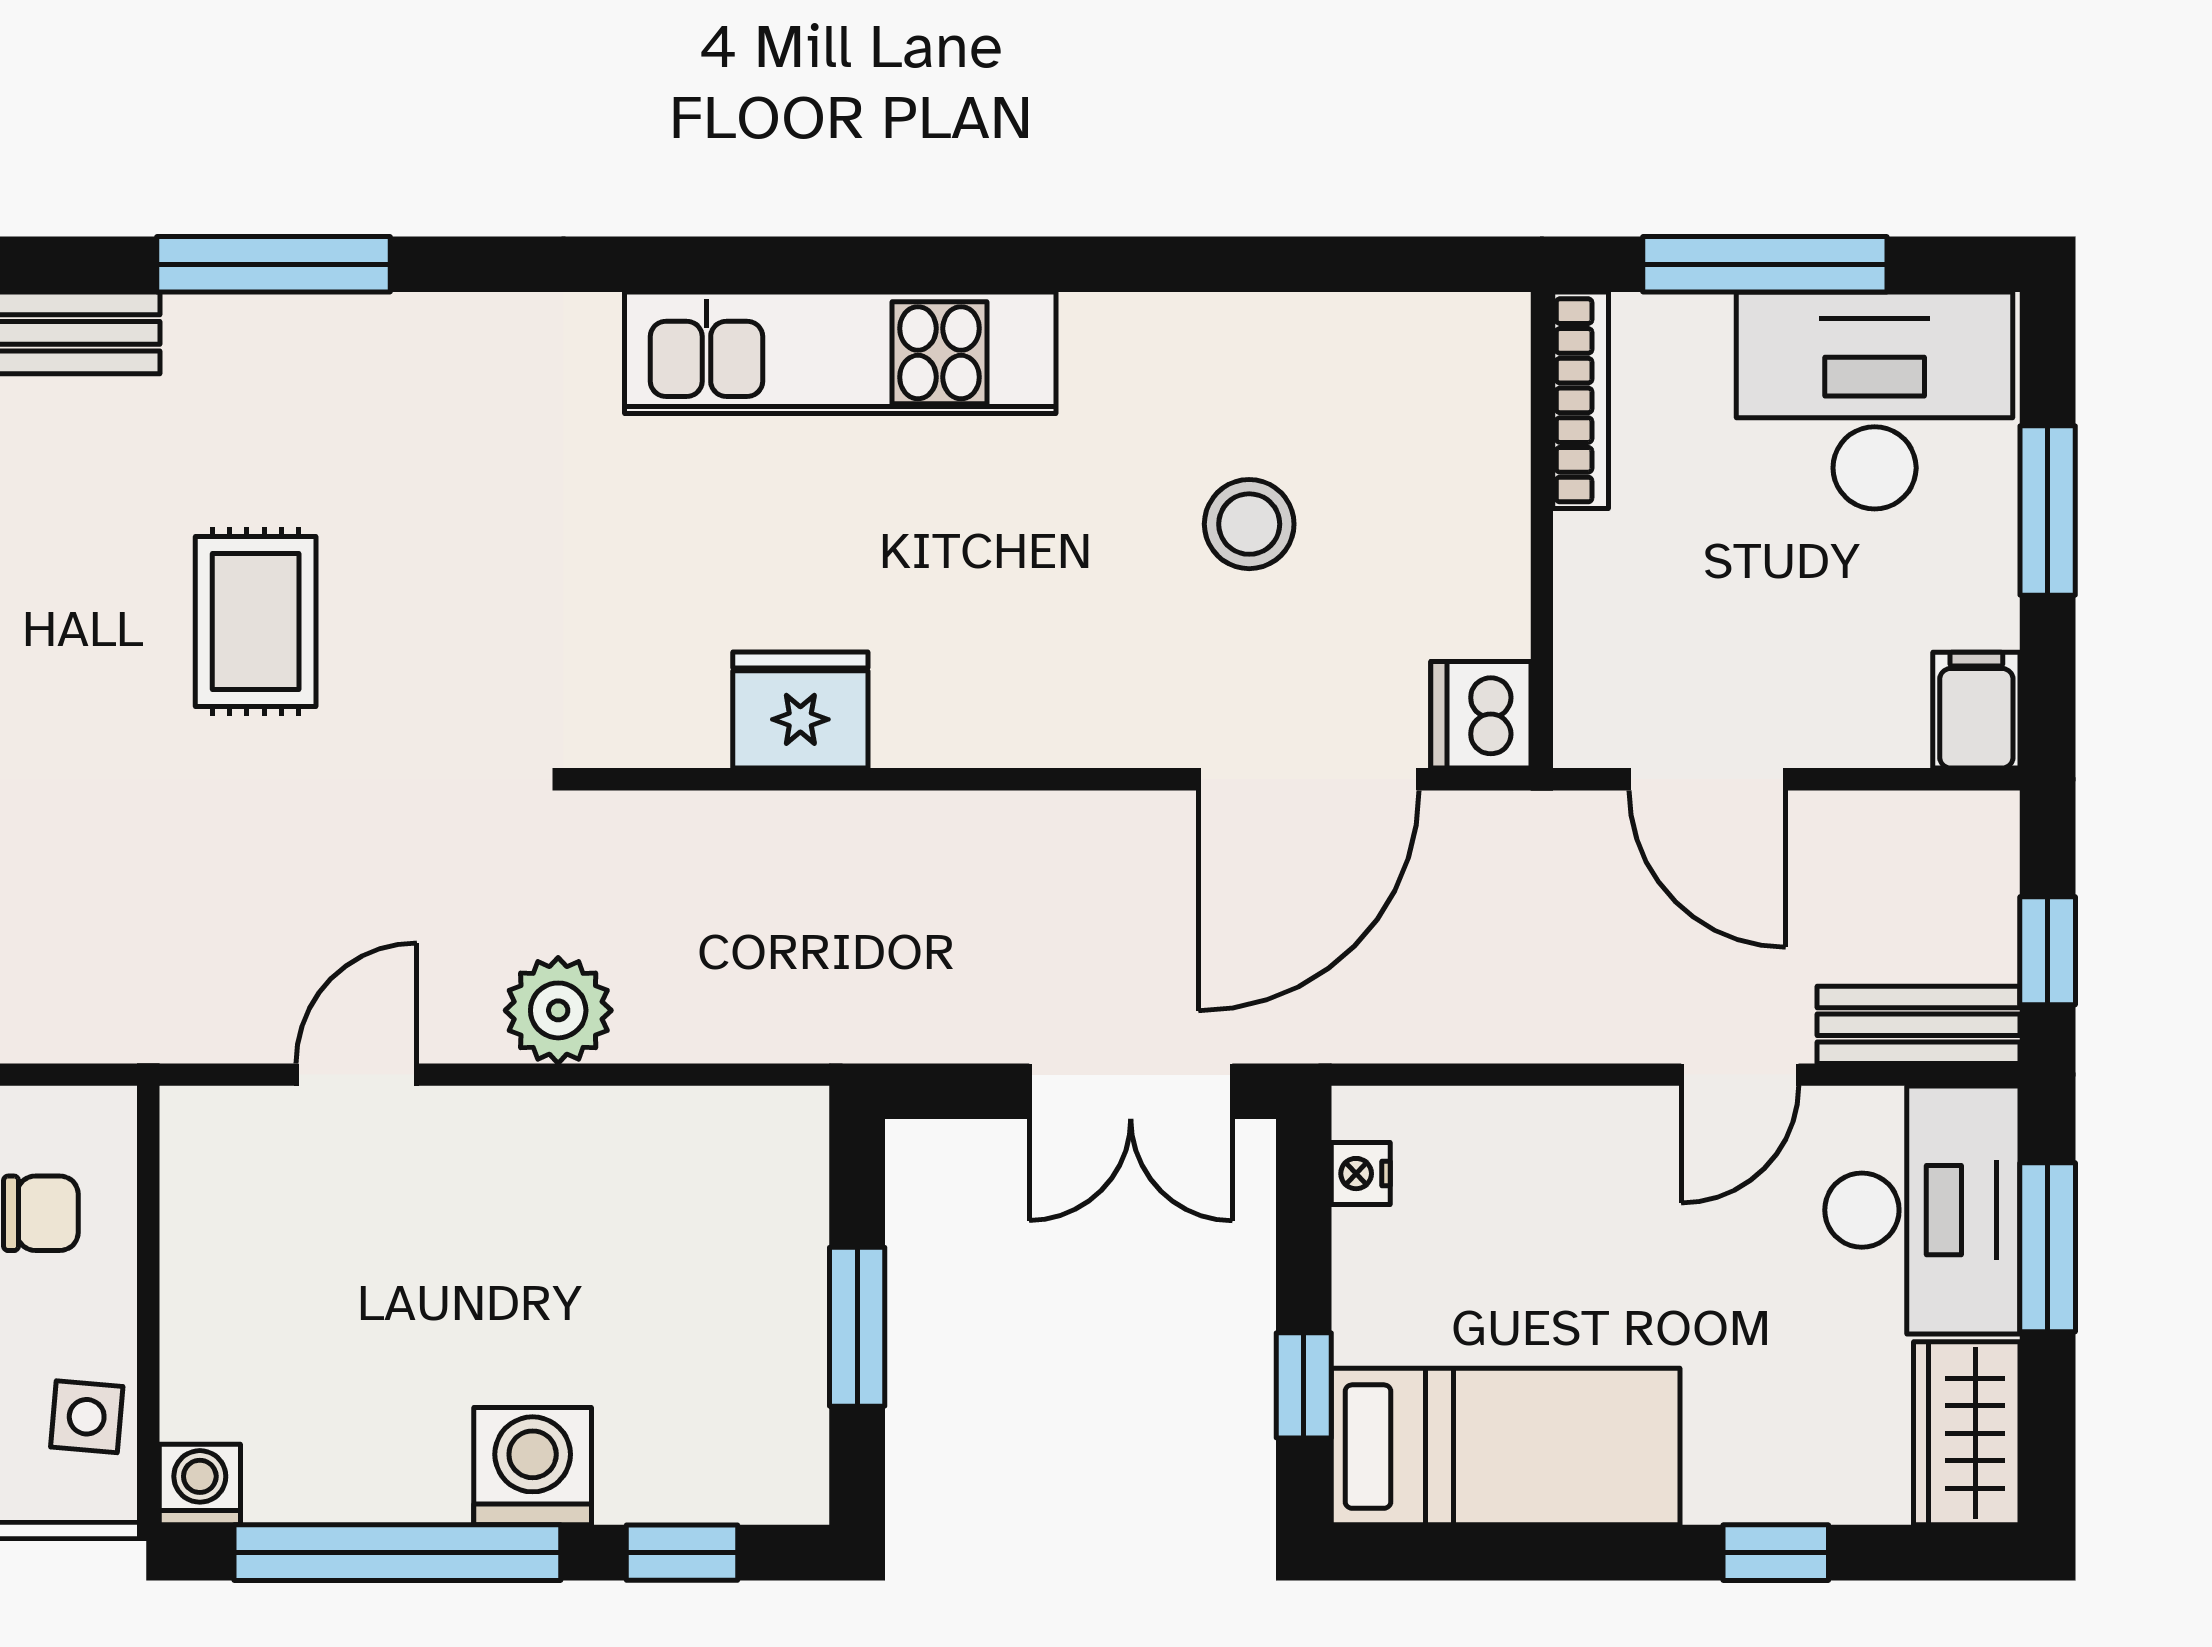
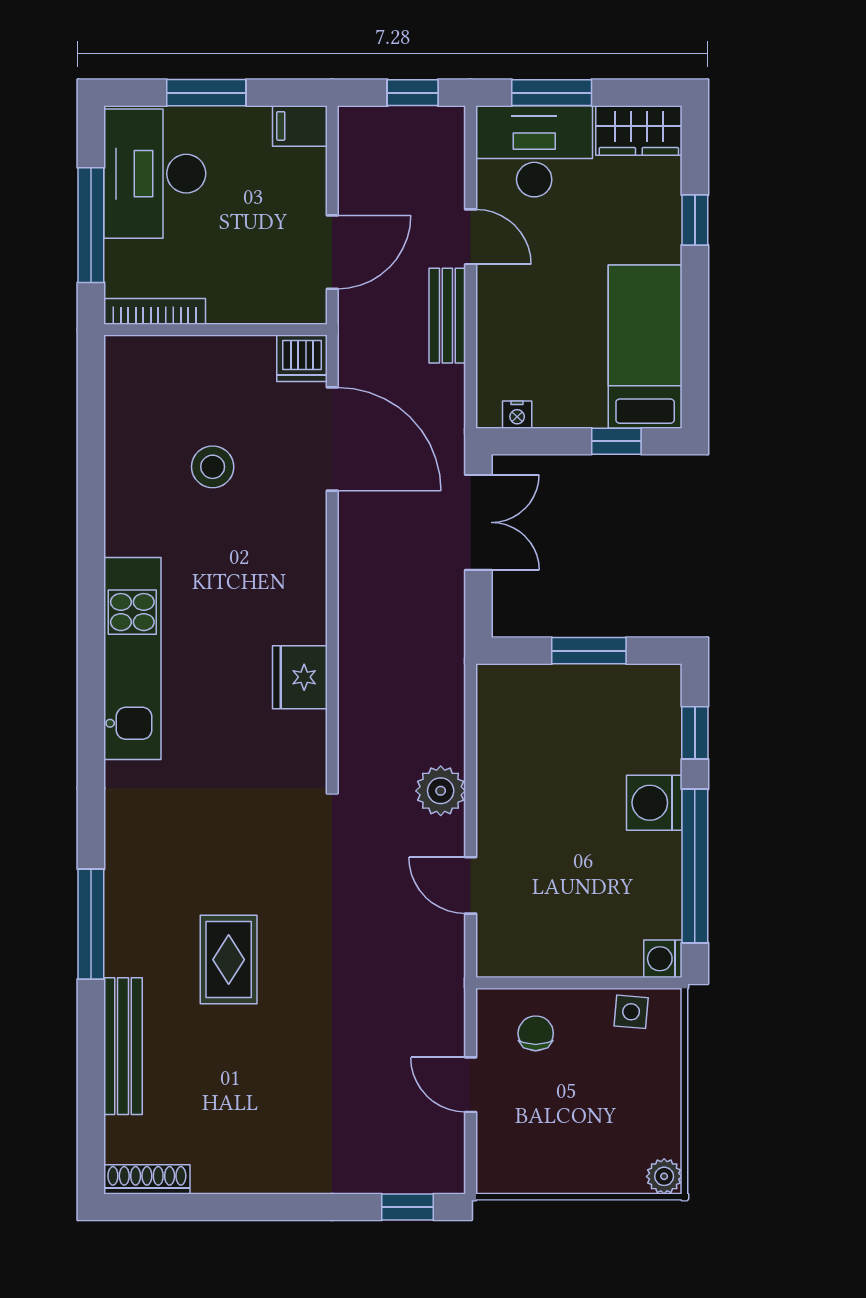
rug: (256, 622) -> (229, 960), moved, turned 90
bench: (1919, 1025) -> (447, 316), moved

